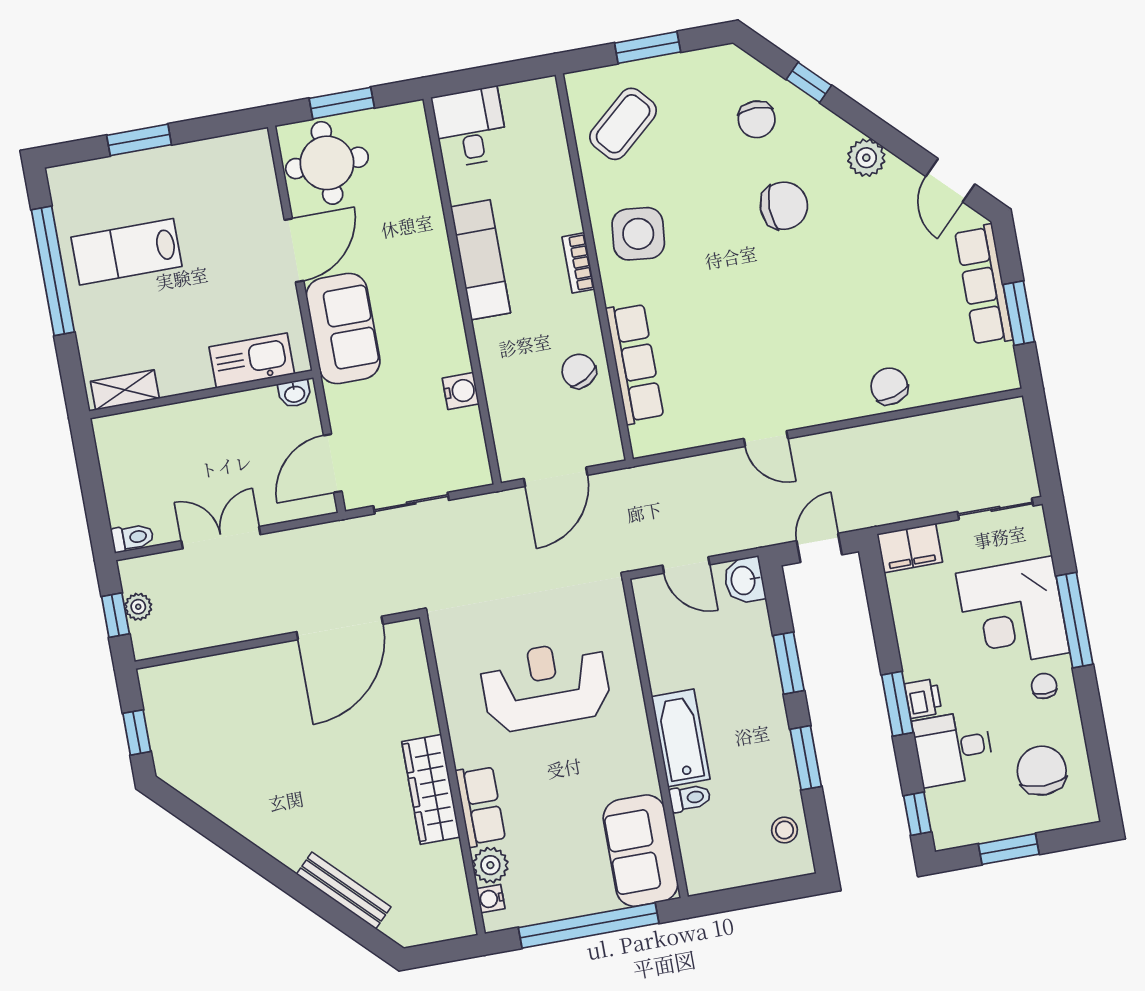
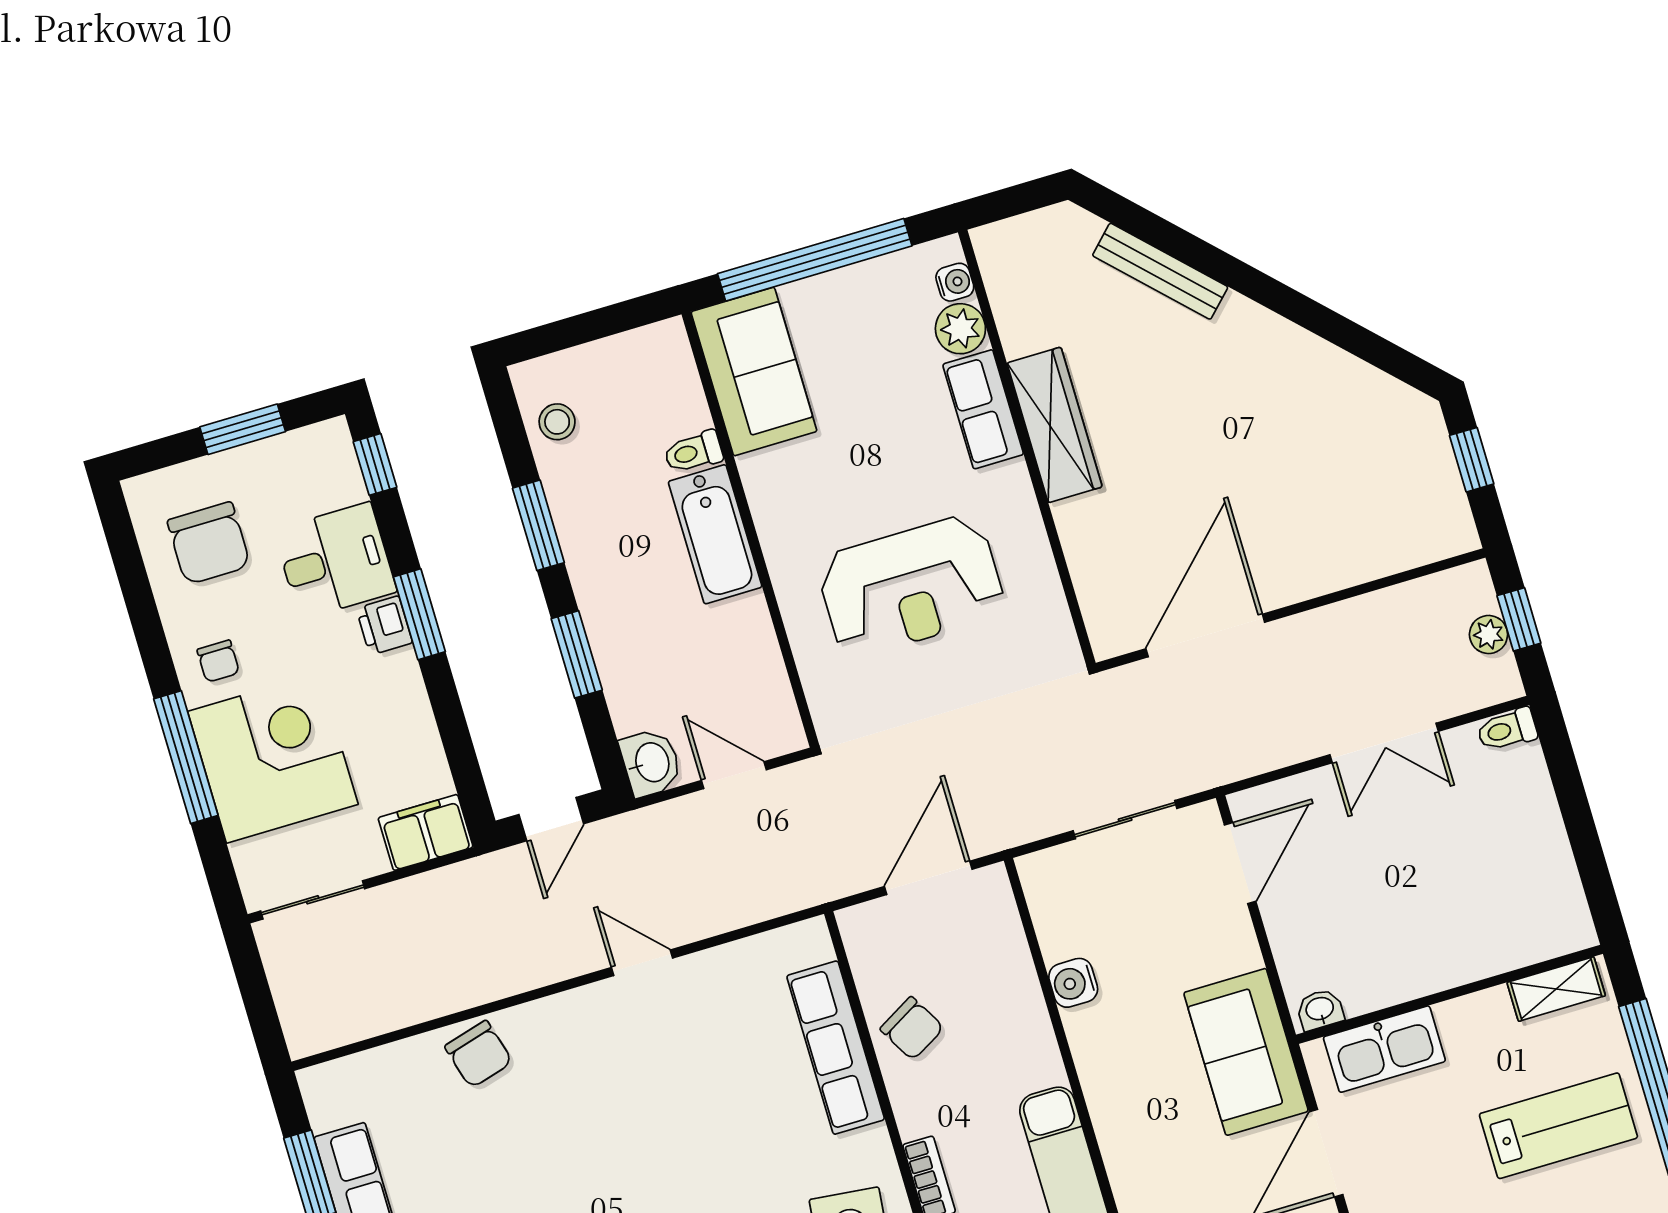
kitchen sink: (252, 360) -> (1384, 1049), moved
shelving: (125, 390) -> (1556, 989), moved
wall: (201, 394) -> (1449, 994), moved
washbasin: (295, 394) -> (1320, 1010), moved

